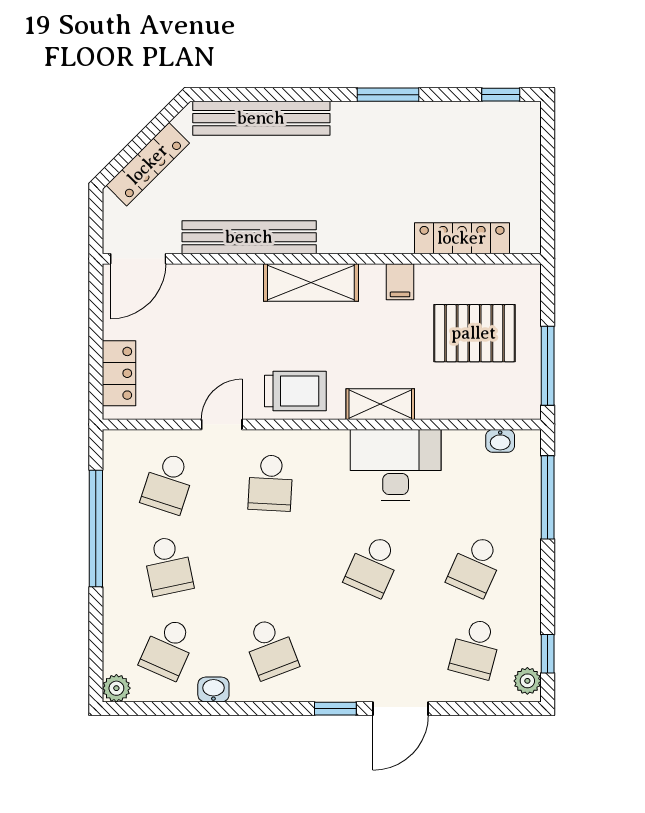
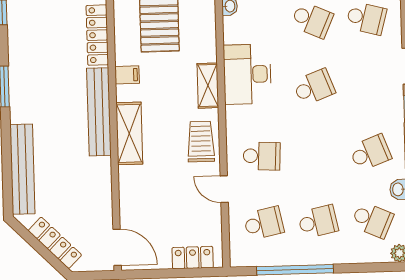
bench: (249, 237) -> (99, 112), moved
school desk: (168, 483) -> (264, 223), turned -30
school desk: (373, 566) -> (314, 87), turned -45

